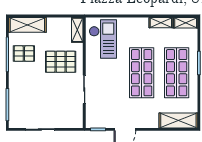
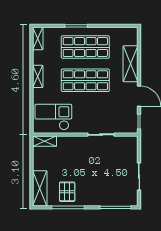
shelving: (161, 23) -> (38, 76), moved
pallet: (61, 62) -> (75, 157), removed
shelving: (178, 120) -> (131, 64), moved

